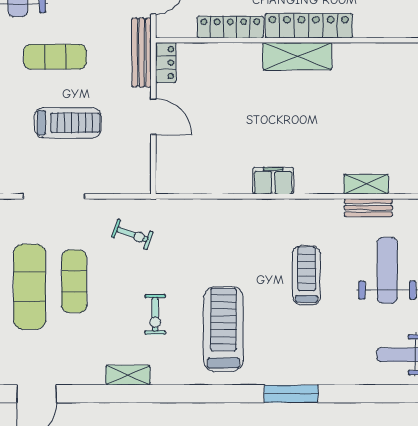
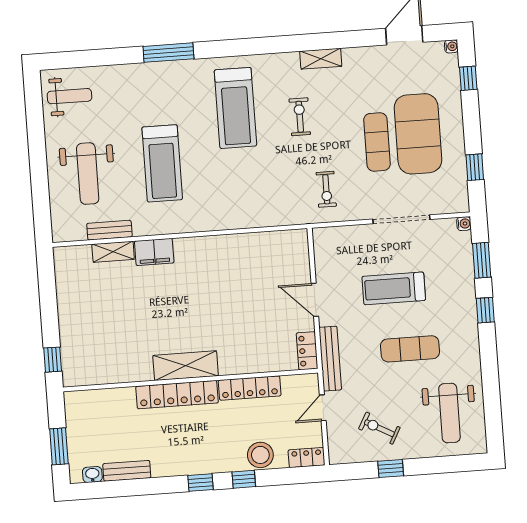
filing cabinet: (273, 181) -> (154, 252), moved
exercise bike: (132, 234) -> (326, 189), turned -110
treadmill: (306, 275) -> (162, 163), width x1.37, depth x1.38
exercise mat: (30, 287) -> (418, 134), width x1.47

